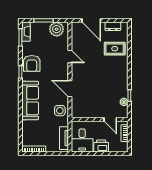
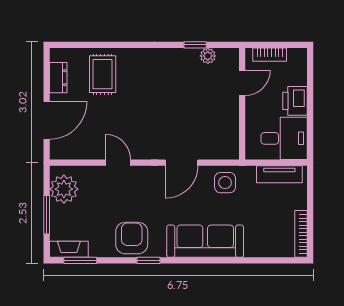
door: (70, 56) -> (118, 163), hinge flipped
armchair: (32, 63) -> (132, 238), turned -90

